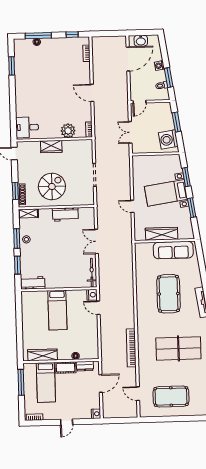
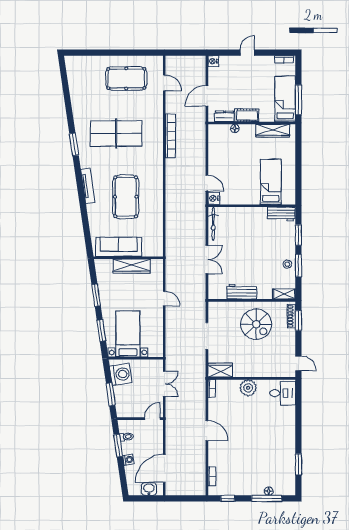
plant: (68, 131) -> (248, 388), moved
wardrobe: (51, 147) -> (220, 370), moved
spiral stairs: (52, 186) -> (256, 324), turned -90
bed with nightstands: (166, 193) -> (128, 334), moved, turned -82
bed: (57, 310) -> (271, 182), moved
bed: (46, 382) -> (285, 99), moved

